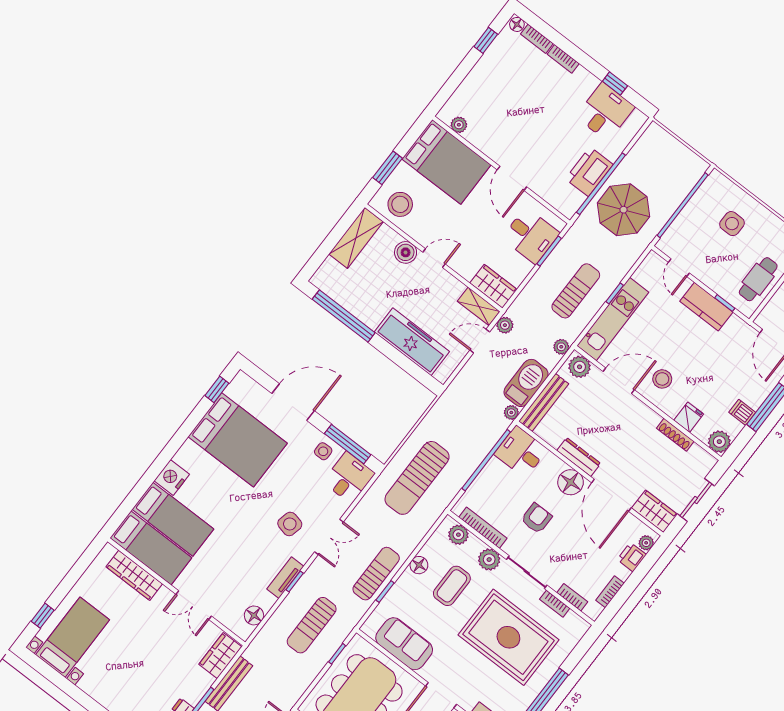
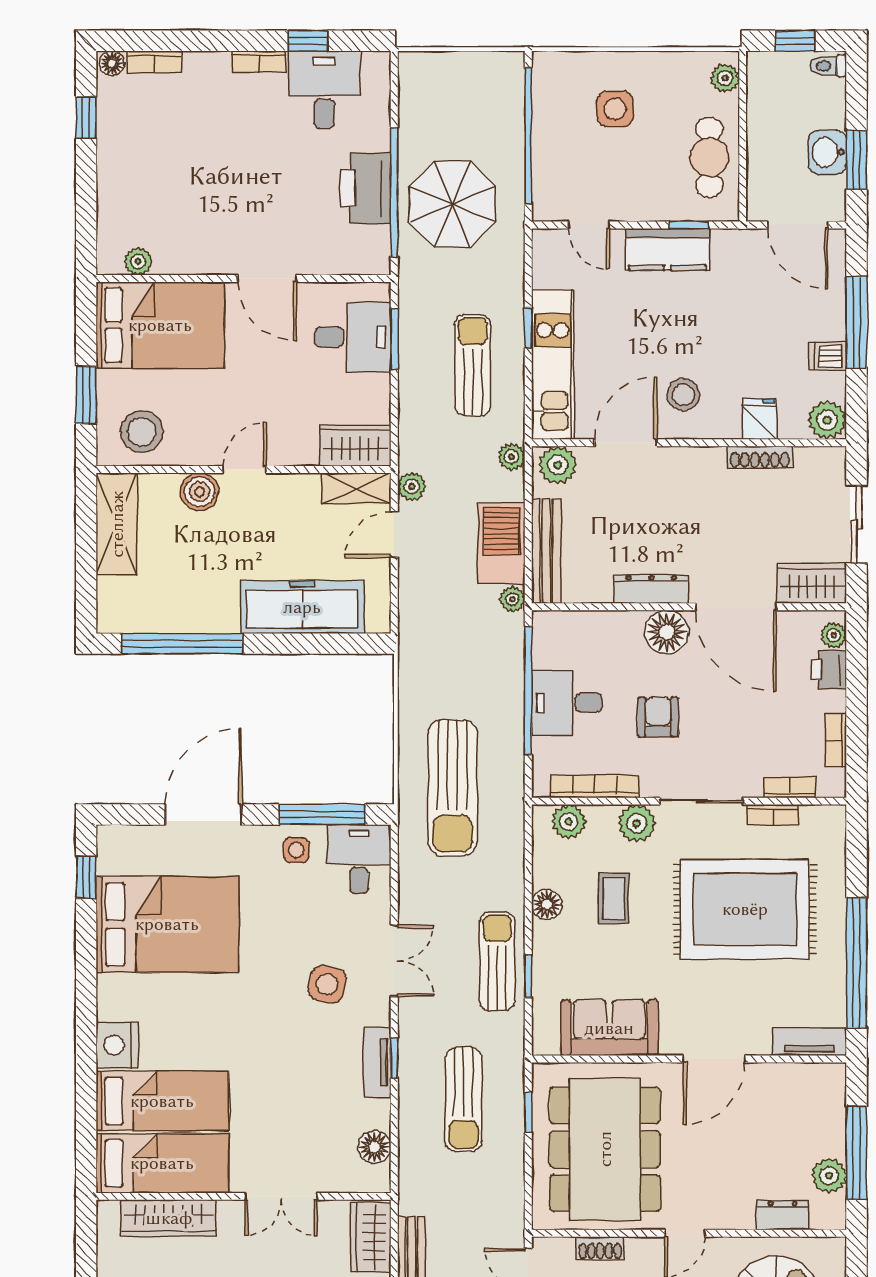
bookcase: (563, 59) -> (259, 62), moved
desk: (521, 452) -> (567, 703), moved
coffee table: (452, 586) -> (614, 898), width x0.73, depth x0.77

